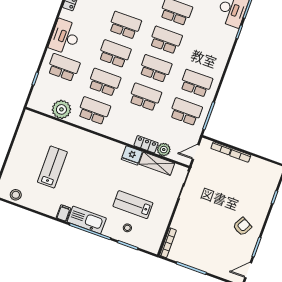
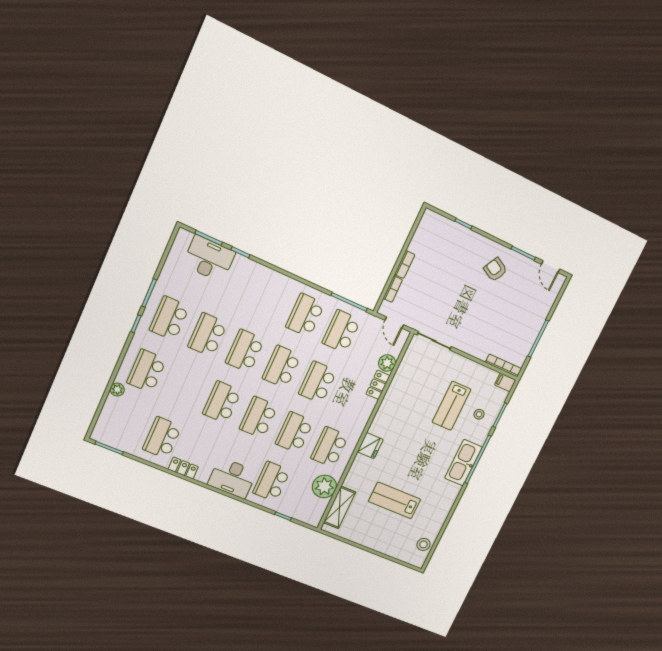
fridge: (132, 155) -> (370, 446), moved
shelving: (157, 164) -> (340, 507), moved
filing cabinet: (64, 213) -> (505, 382), moved

